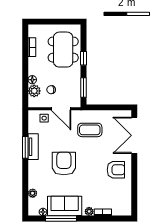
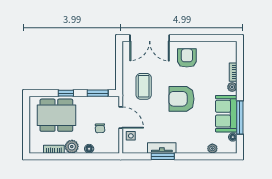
plant: (34, 91) -> (72, 147), moved
door: (61, 109) -> (121, 118), hinge flipped
armchair: (64, 163) -> (182, 99), moved

